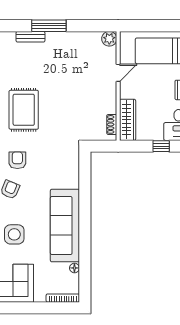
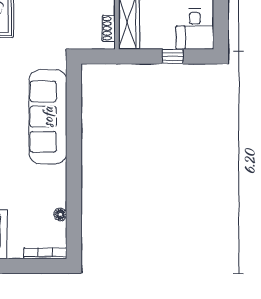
sofa: (65, 226) -> (48, 117), moved

